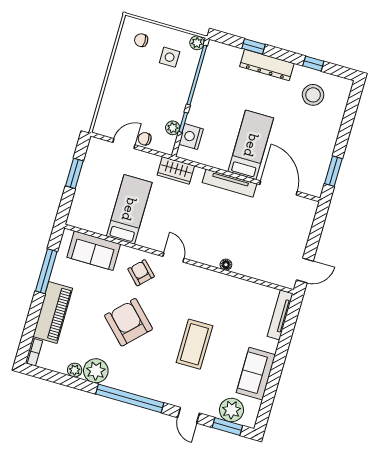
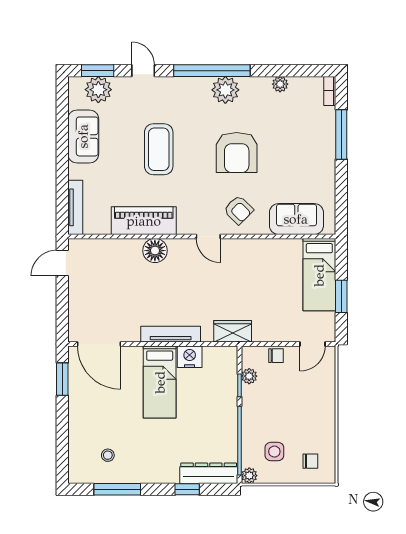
window: (313, 64) -> (117, 489), width x2.17
dresser: (267, 65) -> (209, 473), moved
stool: (313, 95) -> (108, 455), width x0.53, depth x0.53
nightstand: (191, 137) -> (190, 357), moved, turned -90
door: (124, 144) -> (313, 344), moved
door: (278, 188) -> (99, 344), moved
bed: (129, 209) -> (319, 275), moved
floor lamp: (226, 265) -> (155, 251), width x1.89, depth x1.89
window: (46, 271) -> (341, 134), moved
piano: (53, 312) -> (144, 221), moved, turned 90
armchair: (129, 322) -> (237, 152), turned 45
plant: (96, 371) -> (225, 90), moved

